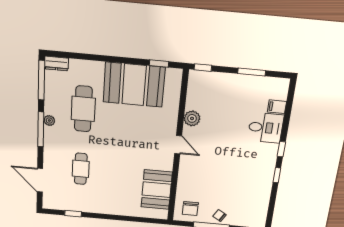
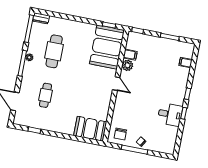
booth: (134, 85) -> (107, 47), moved, turned 90
filing cabinet: (195, 103) -> (130, 55), added
desk: (266, 128) -> (170, 114), moved
booth: (157, 190) -> (90, 129), moved, turned 90

